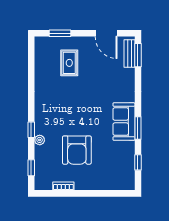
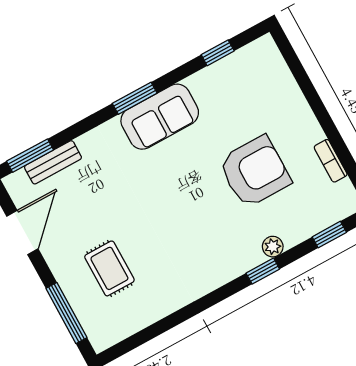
window: (60, 33) -> (66, 313), width x1.44
bench: (130, 53) -> (53, 162), moved
rug: (69, 63) -> (109, 268), turned 90
window: (138, 128) -> (135, 98), moved

